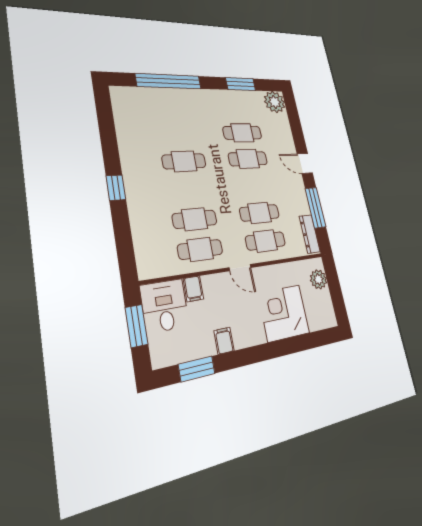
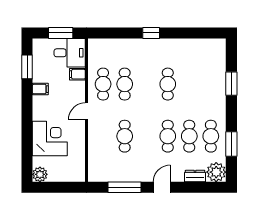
window: (169, 81) -> (231, 84), width x0.47
dresser: (310, 234) -> (195, 176), moved, width x0.70
cafe table: (265, 241) -> (211, 136), moved
plant: (318, 279) -> (40, 174), moved

